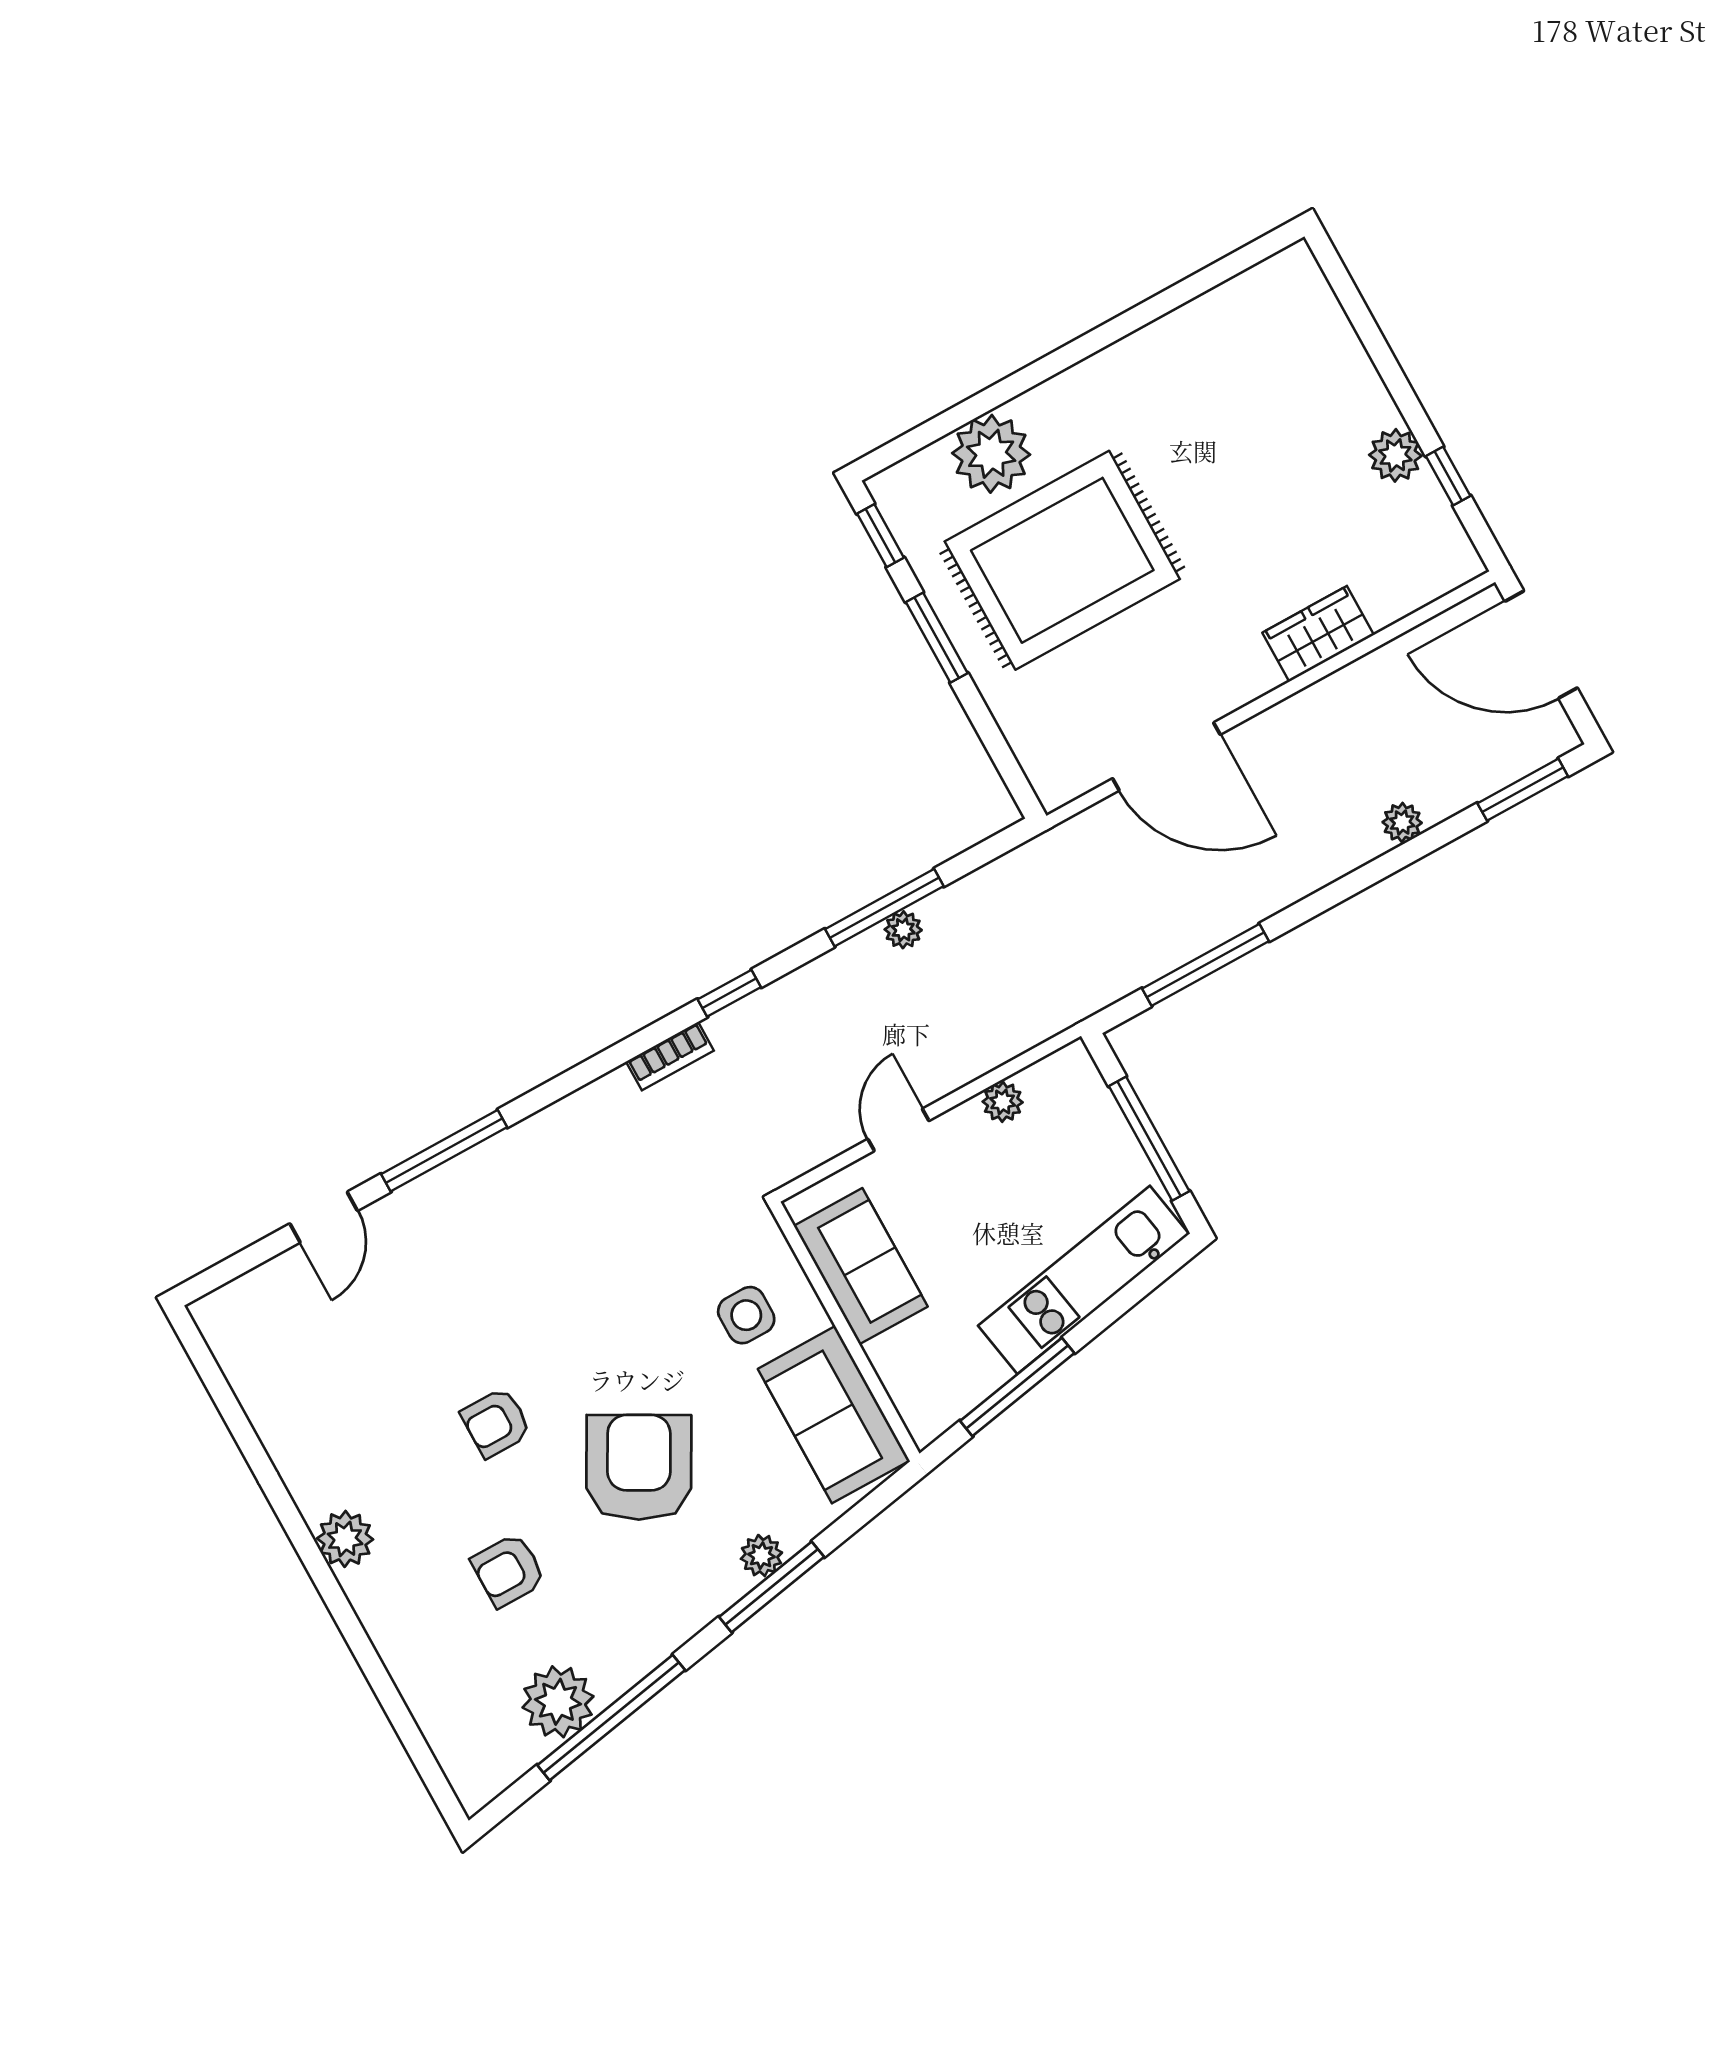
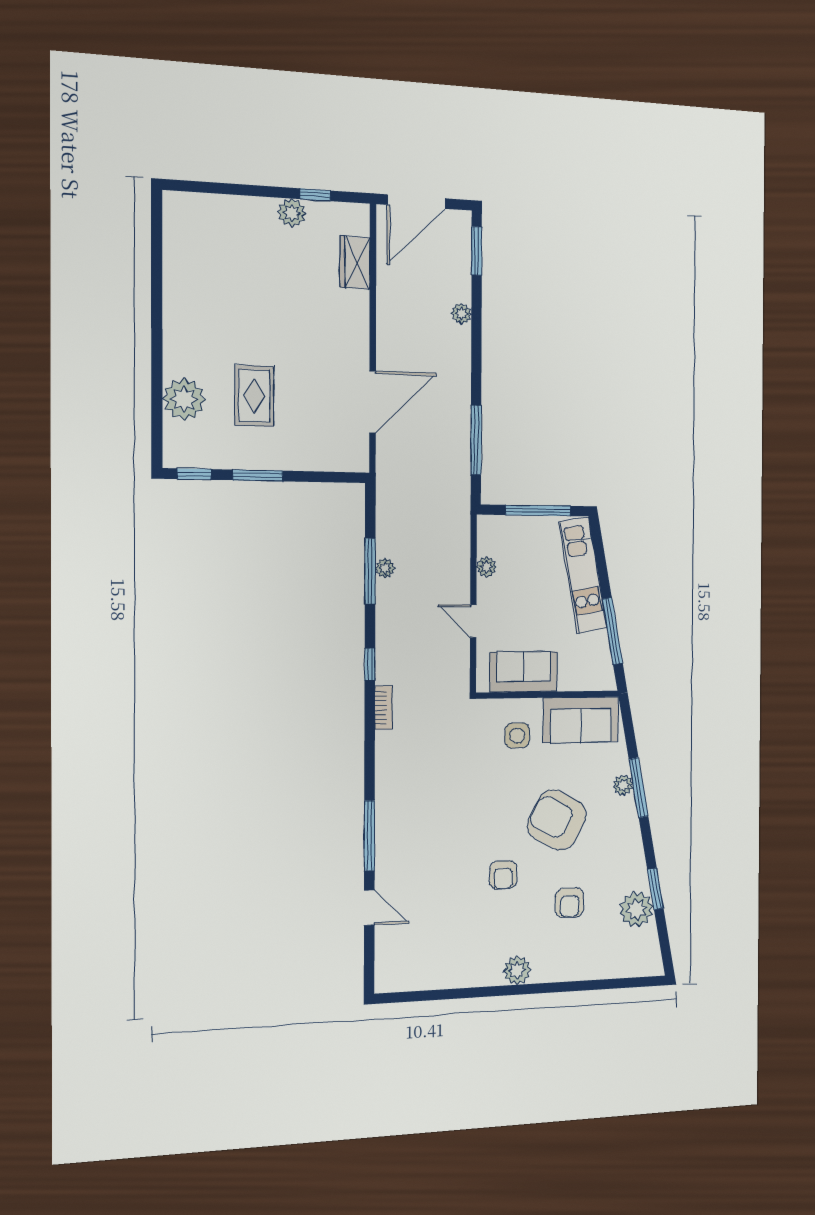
rug: (1062, 560) -> (254, 396), width x0.54, depth x0.49
wardrobe: (1318, 634) -> (355, 263), moved
window: (611, 1718) -> (655, 889), width x0.47

